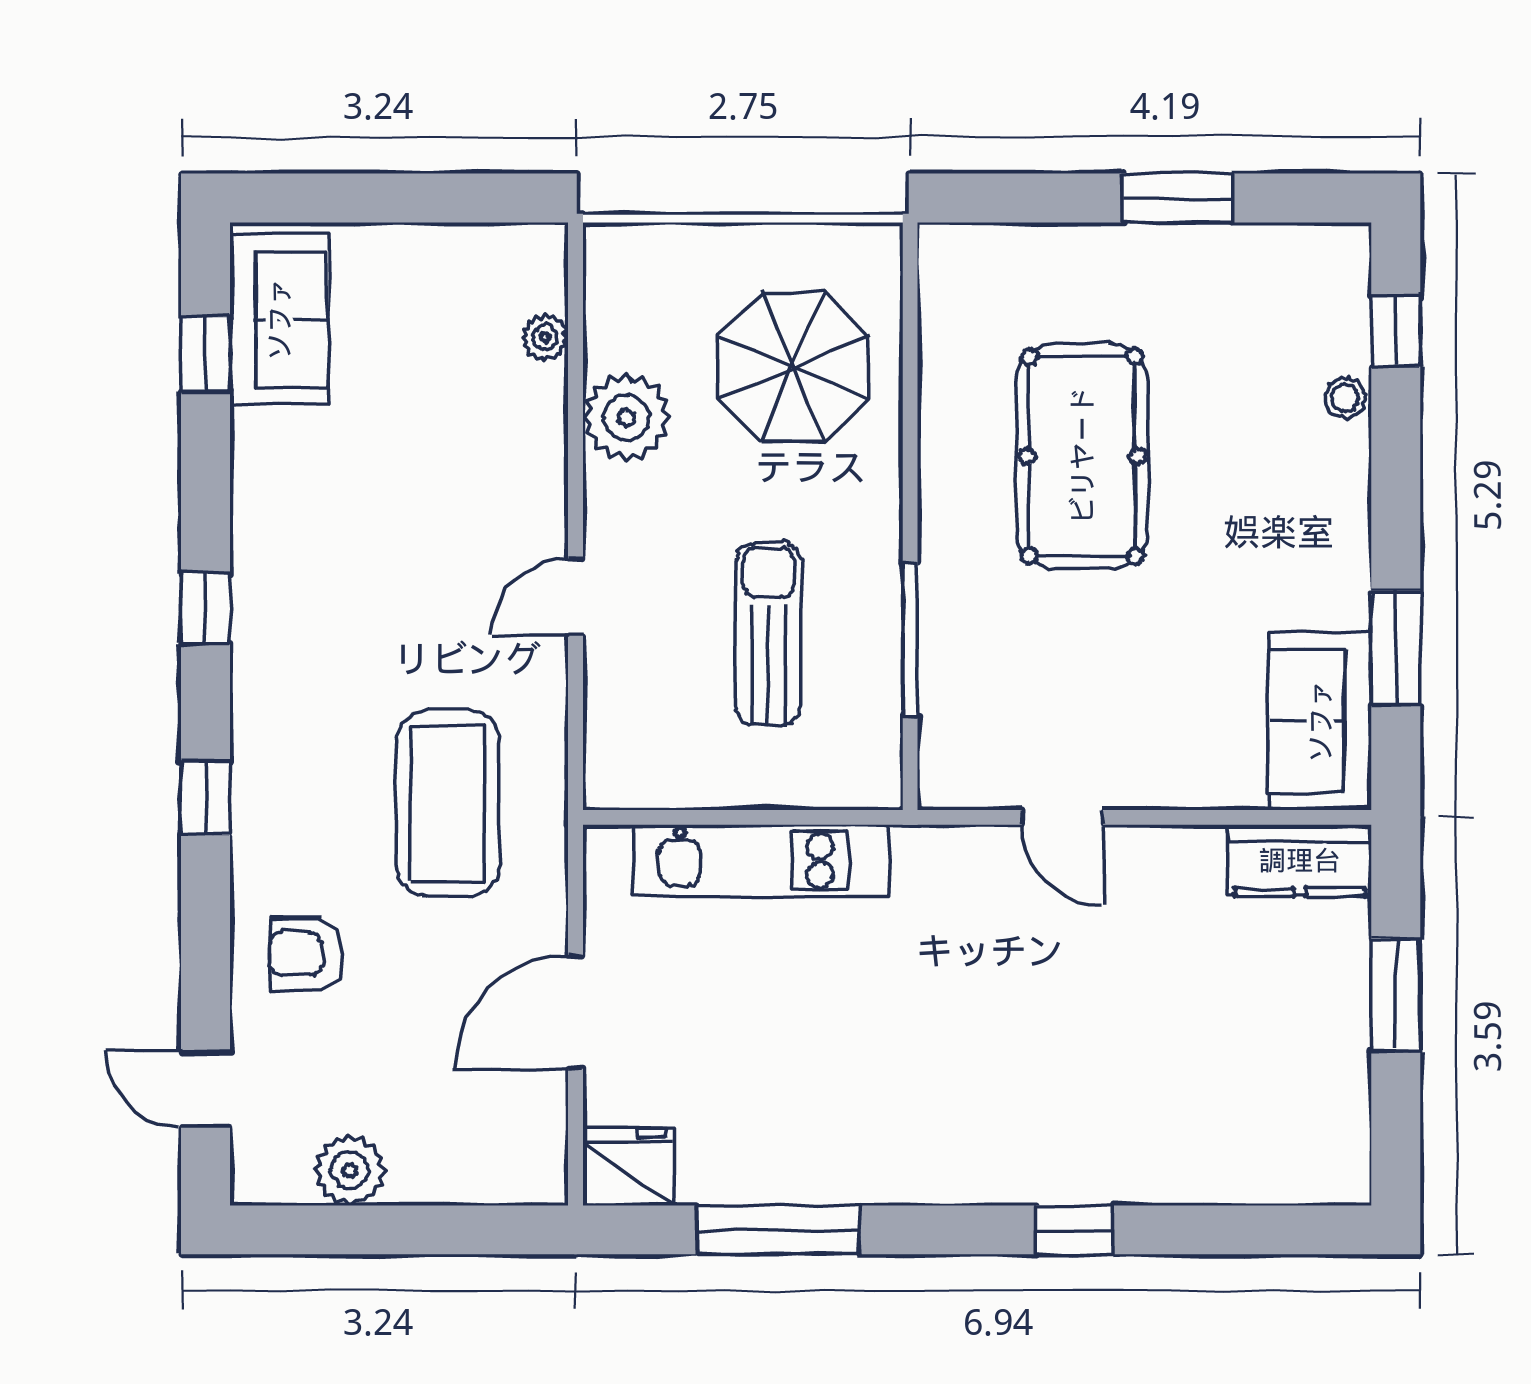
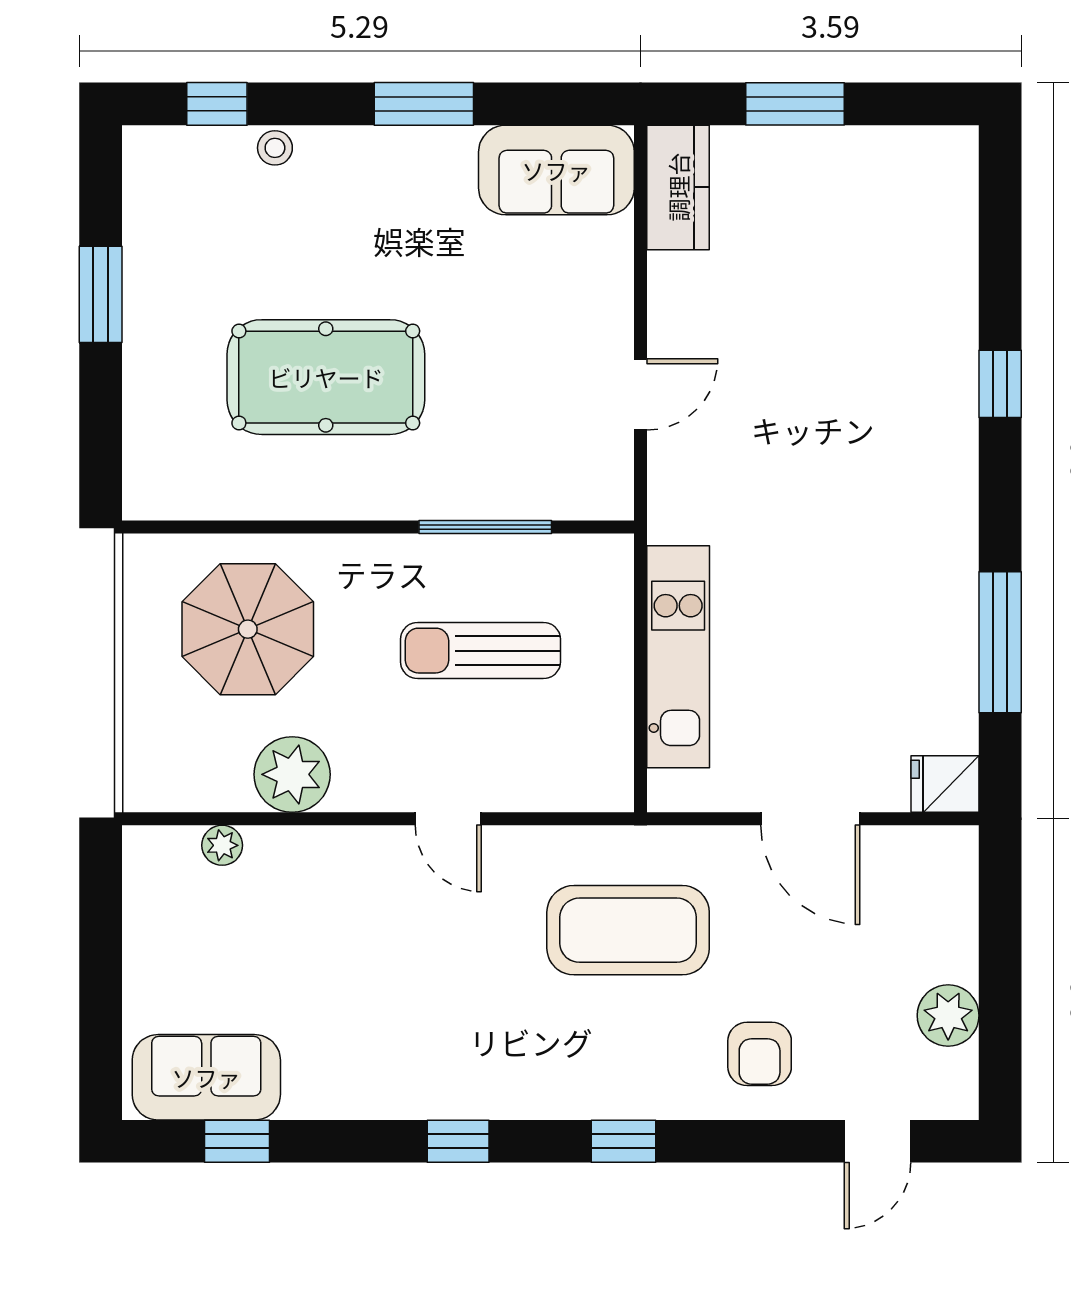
window: (1396, 648) -> (424, 104), moved
fridge: (628, 1167) -> (945, 784), width x0.72

